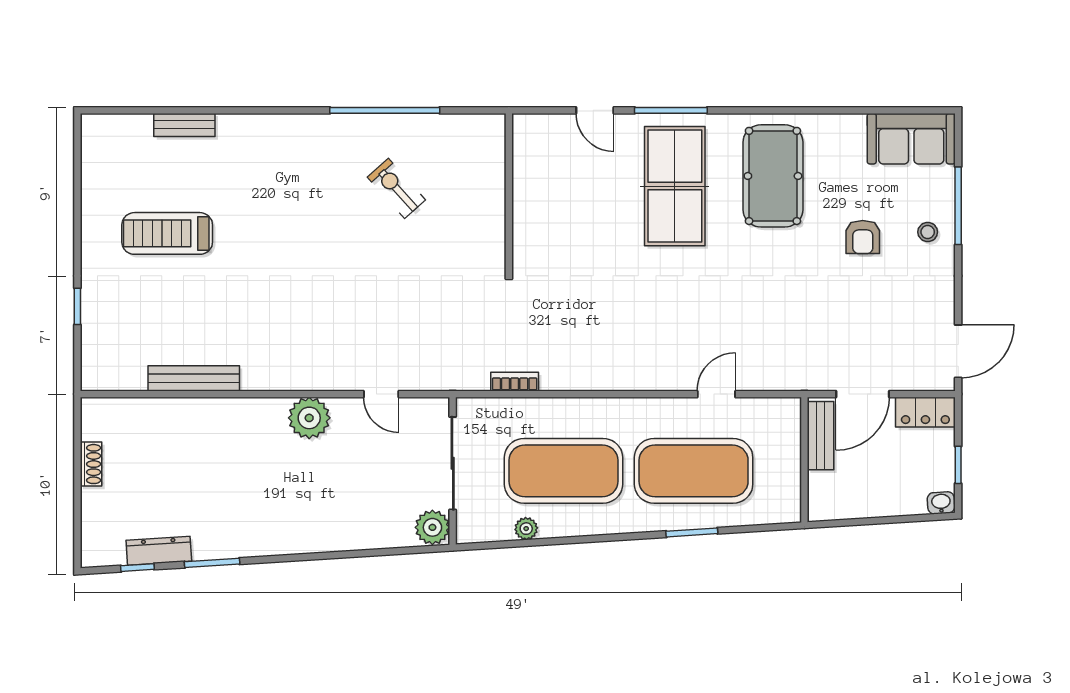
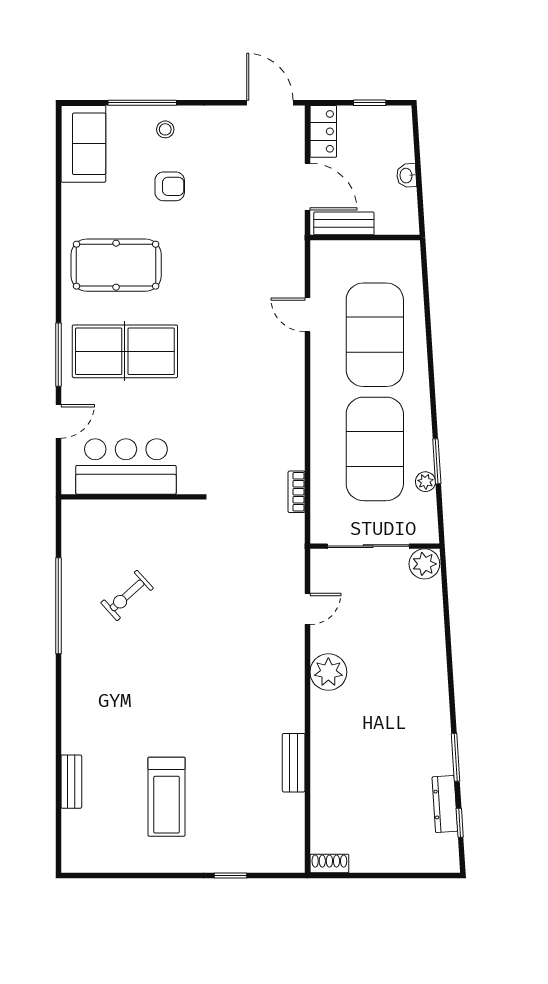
bar counter: (544, 187) -> (126, 466), added
bench: (194, 378) -> (294, 763), width x0.73
shoe rack: (91, 464) -> (329, 864), moved
washbasin: (941, 503) -> (407, 176), moved
window: (692, 532) -> (437, 461), moved

